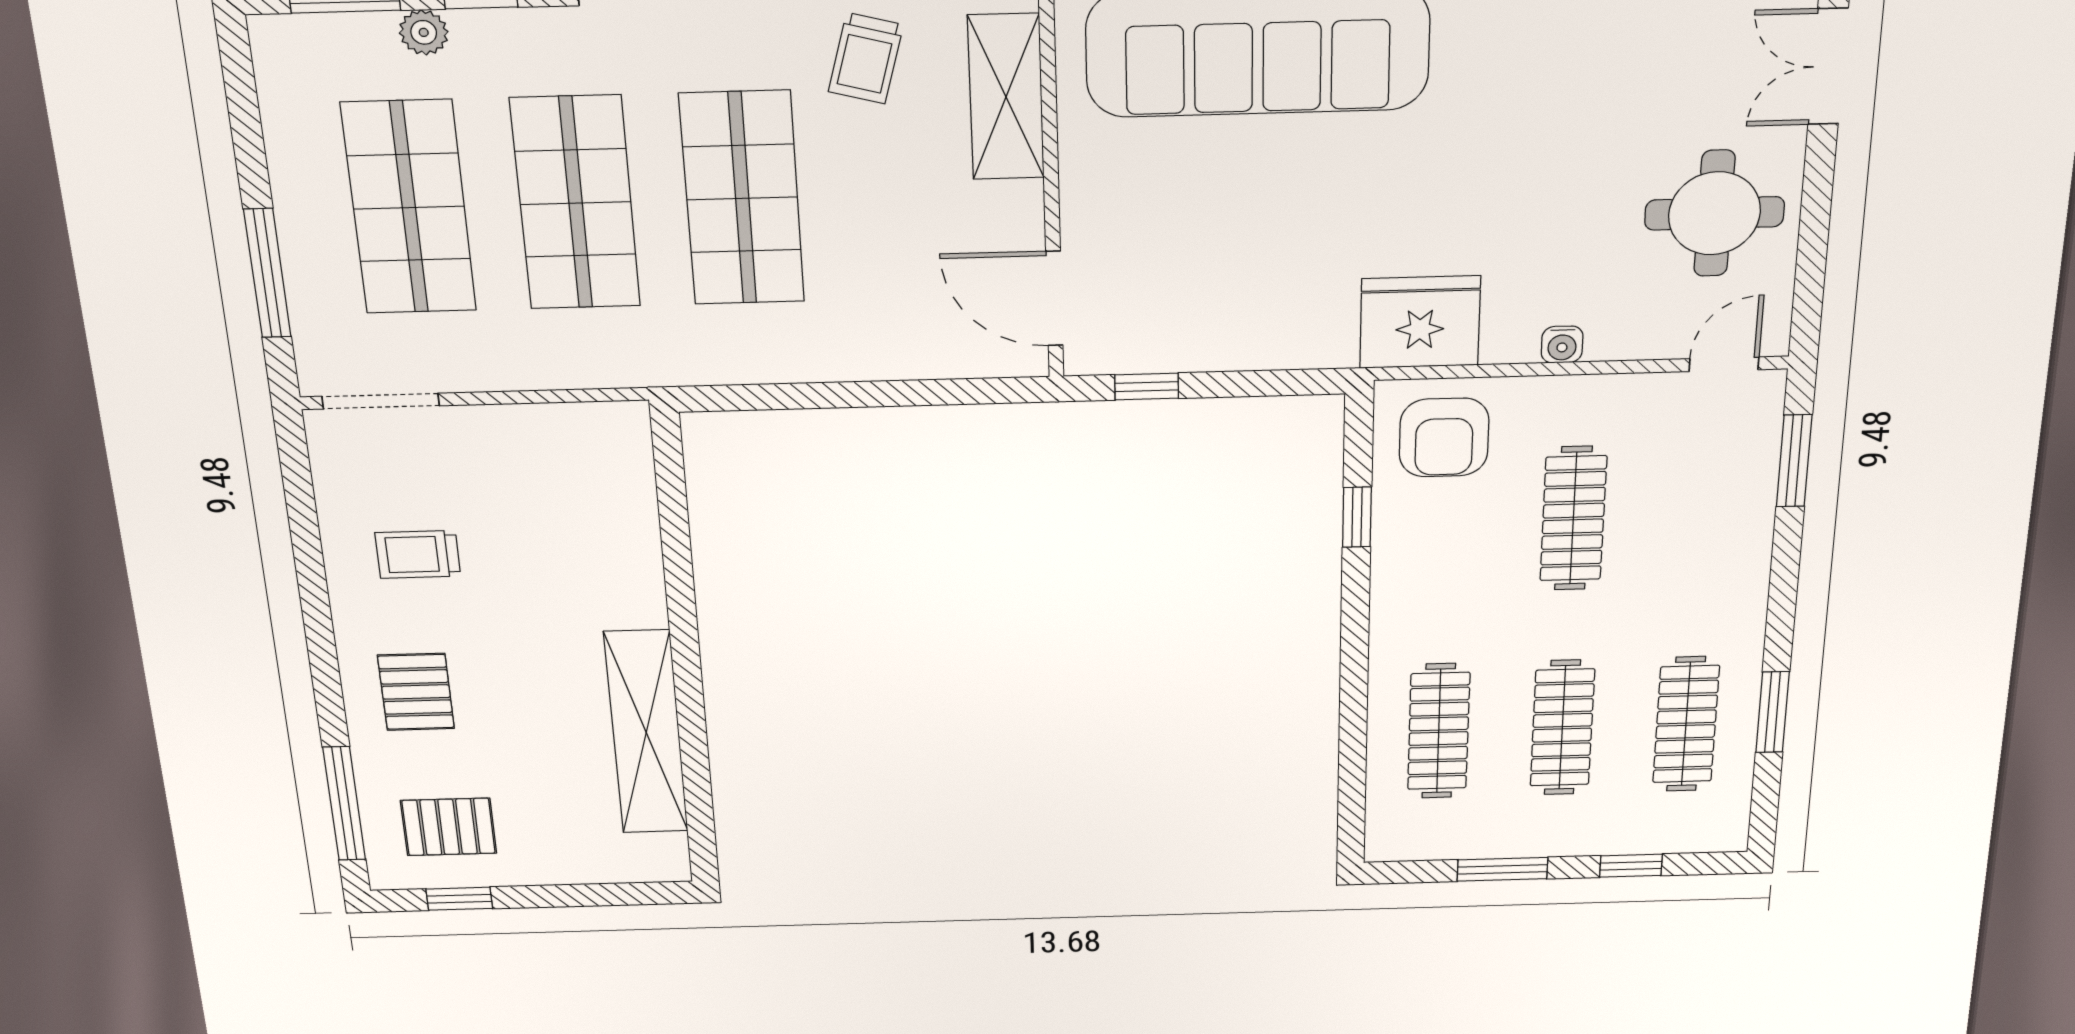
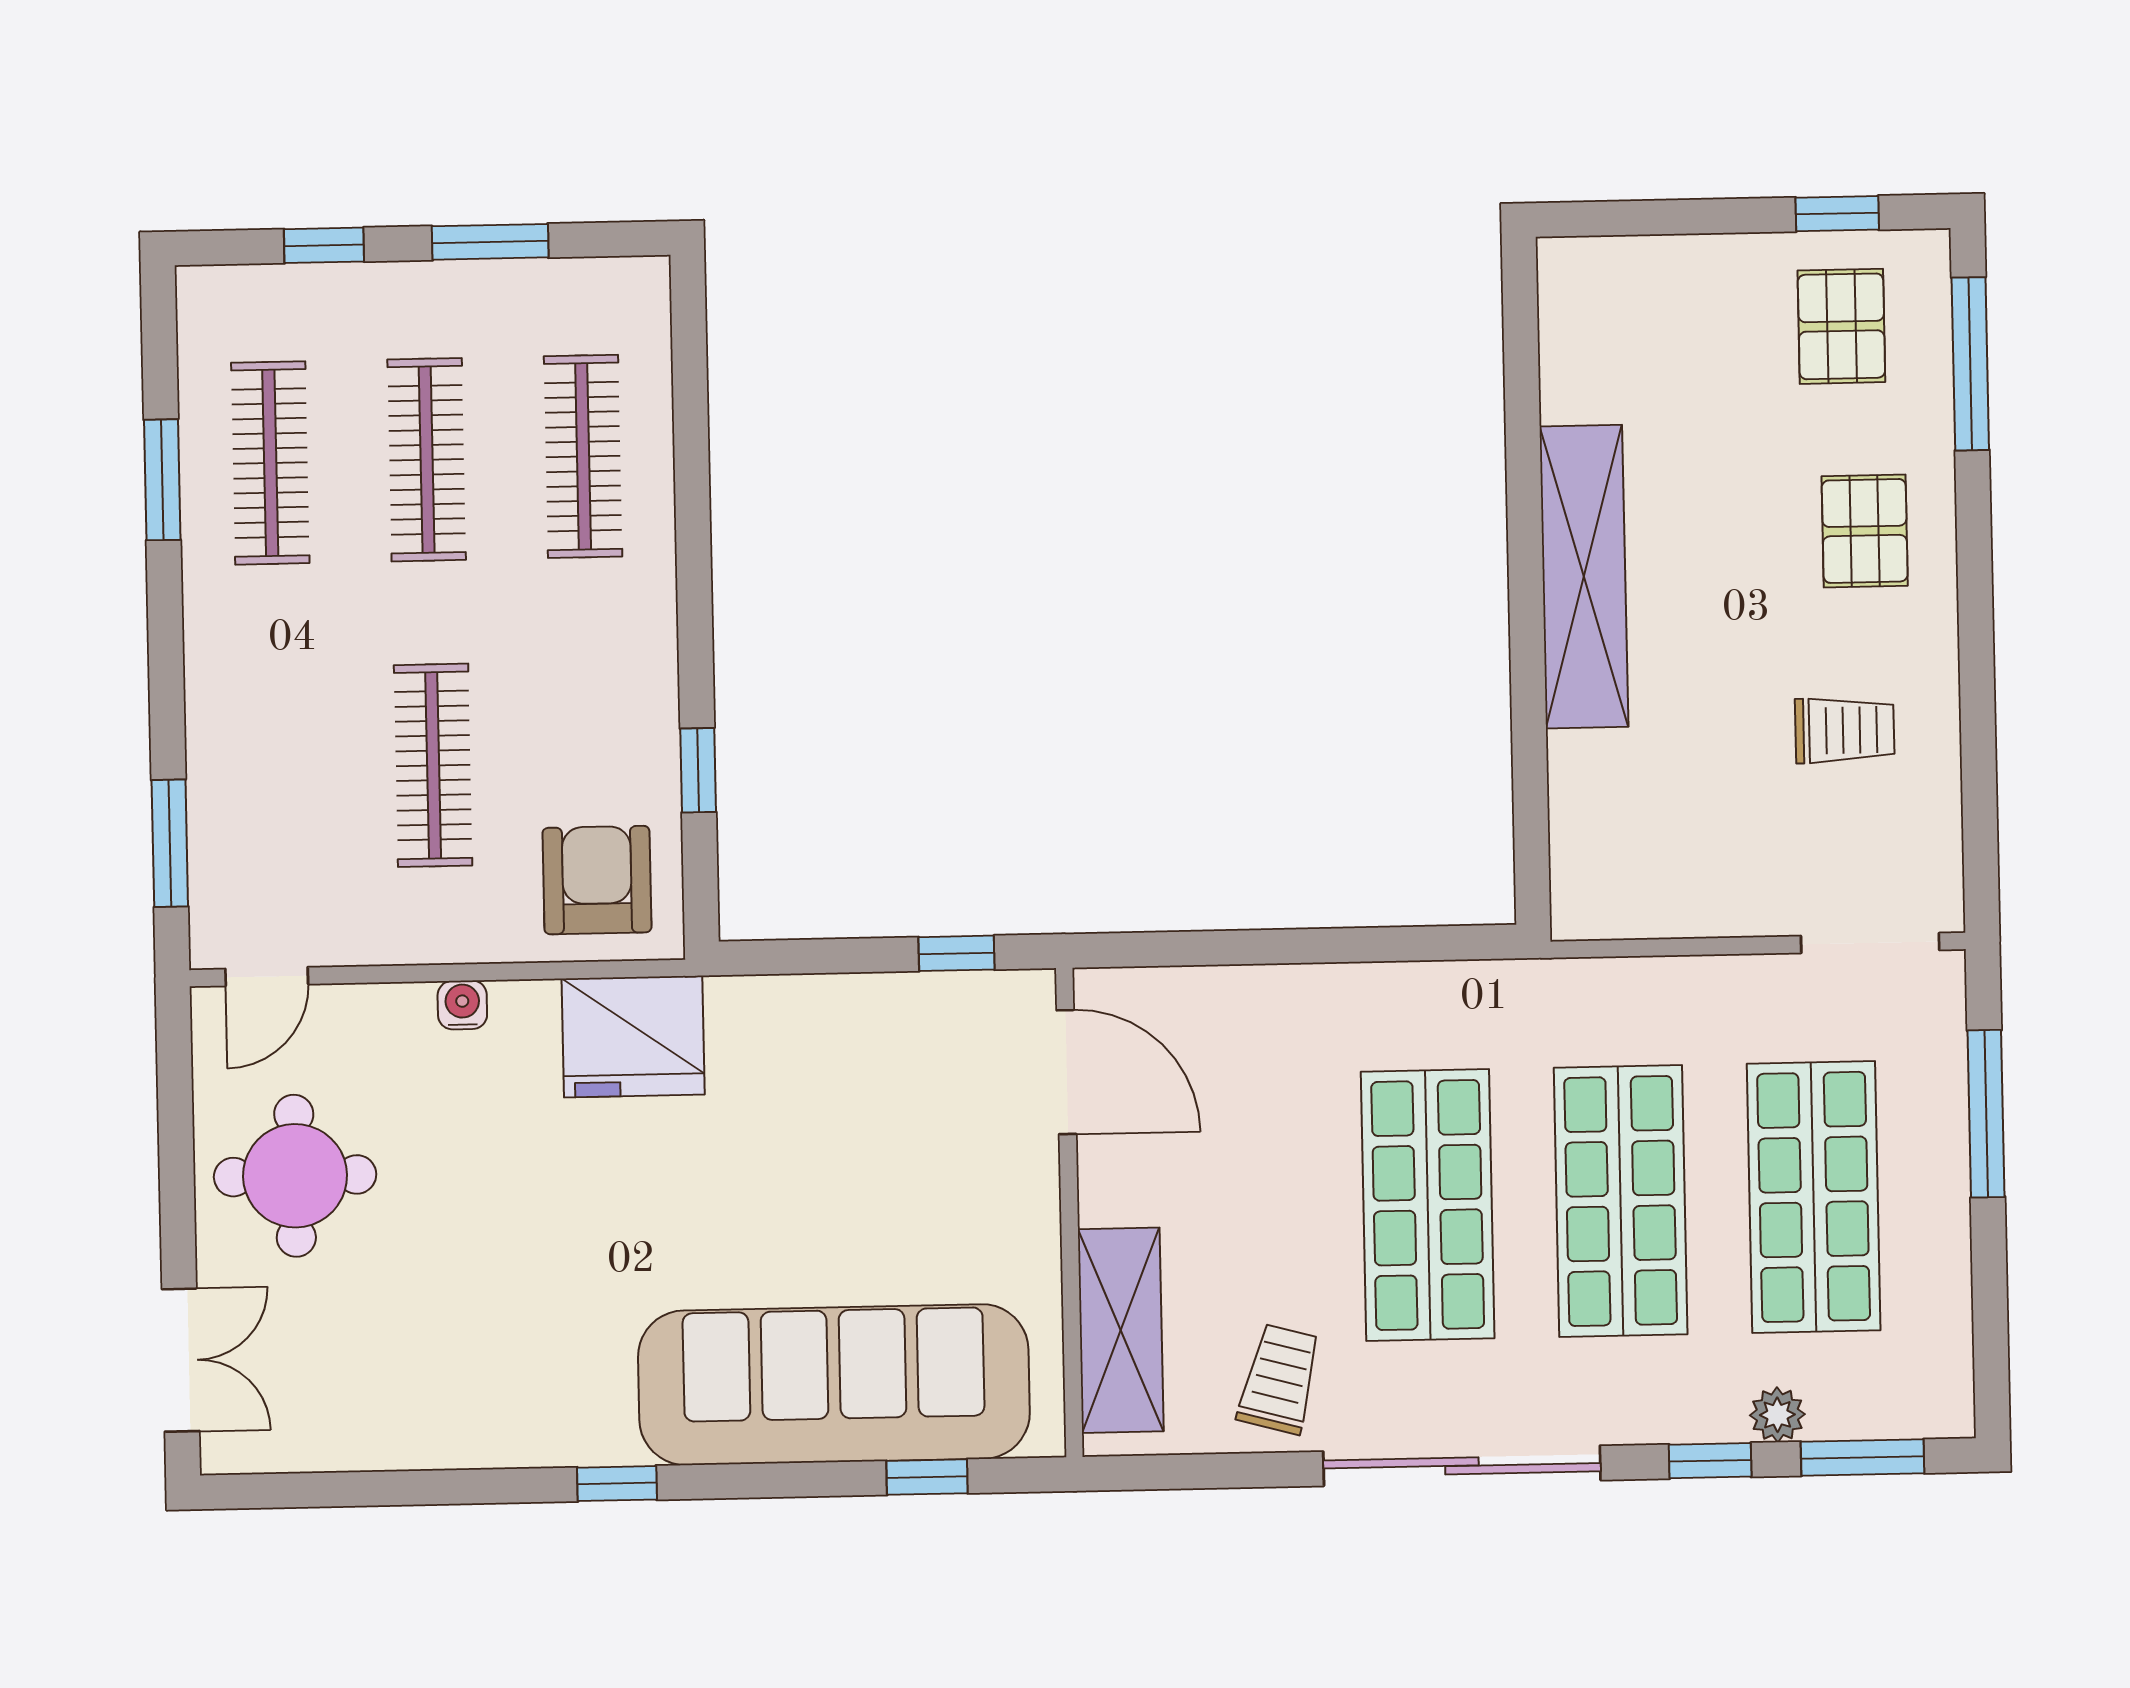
shelving: (646, 732) -> (1584, 577), moved
pallet: (449, 827) -> (1841, 326), turned 90

